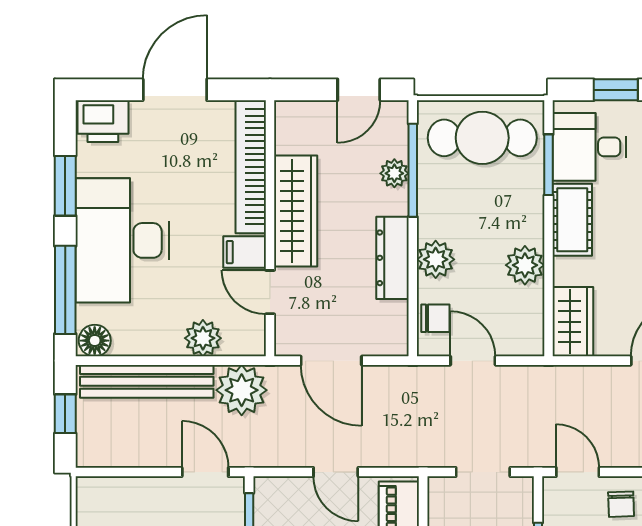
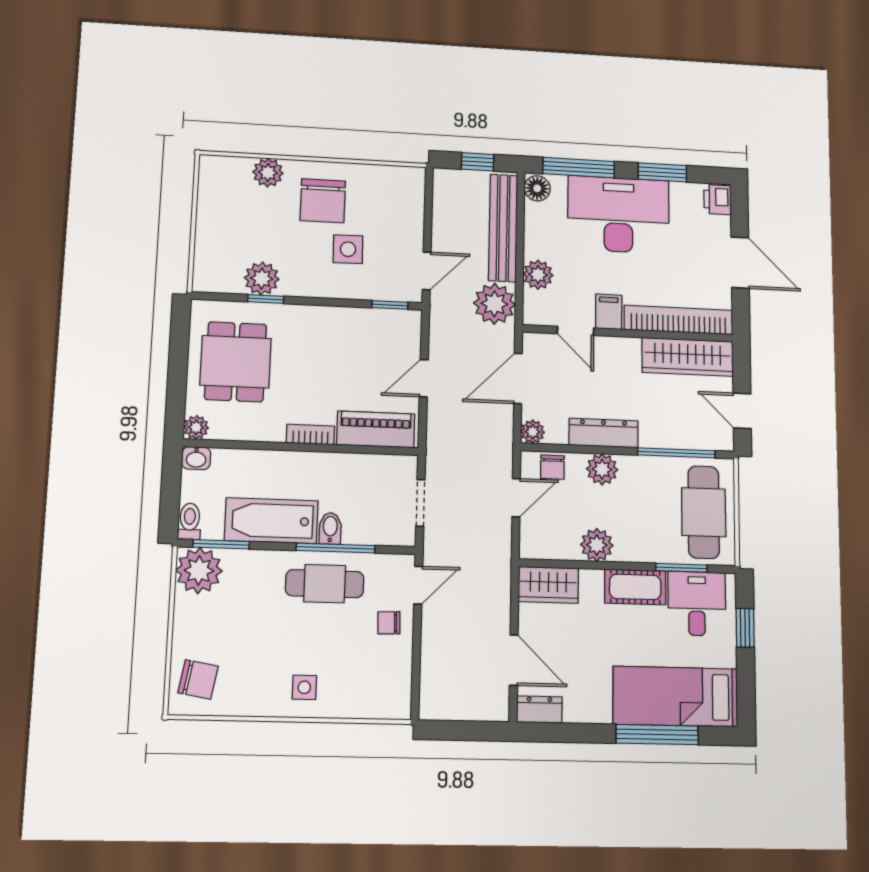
printer: (103, 121) -> (717, 200), width x0.73, depth x0.81
plant: (394, 173) -> (533, 432), moved
wardrobe: (296, 211) -> (688, 357), moved
door: (270, 292) -> (576, 331), swing flipped

